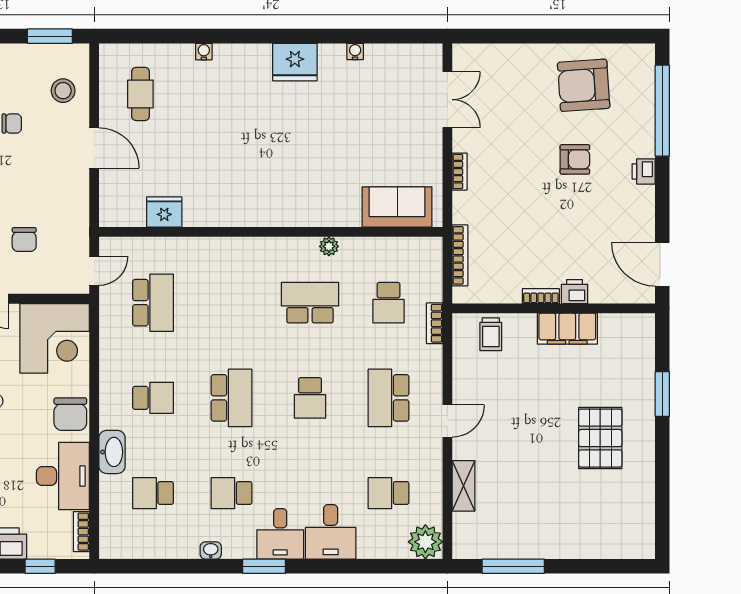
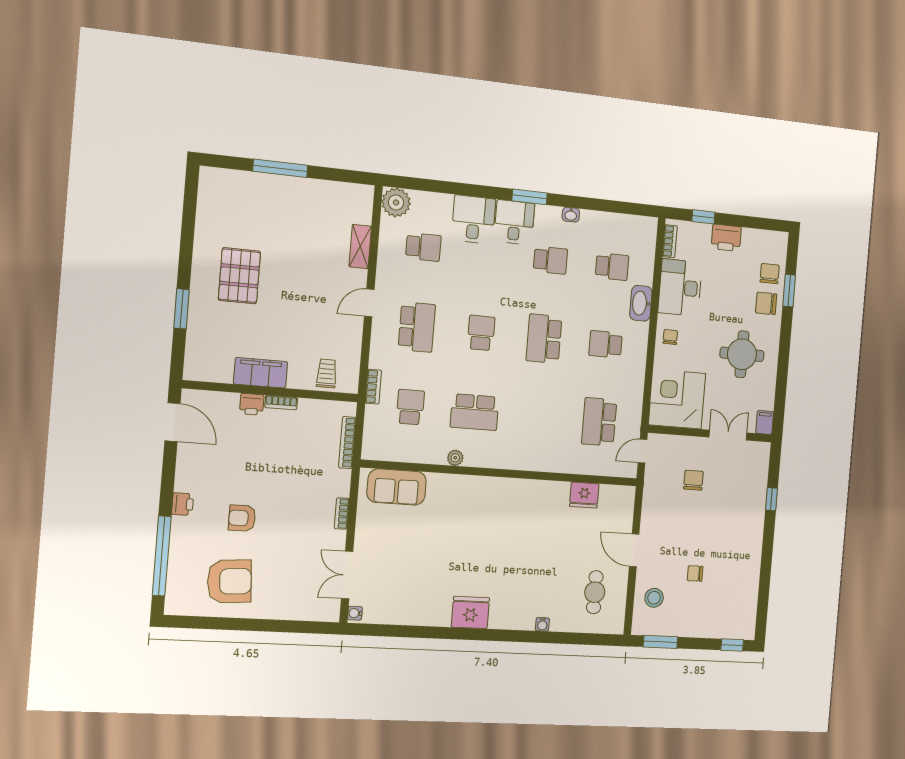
water cooler: (355, 51) -> (355, 613), moved, turned 90
chair: (70, 414) -> (670, 337), width x0.54, depth x0.54
window: (513, 566) -> (280, 168), moved

